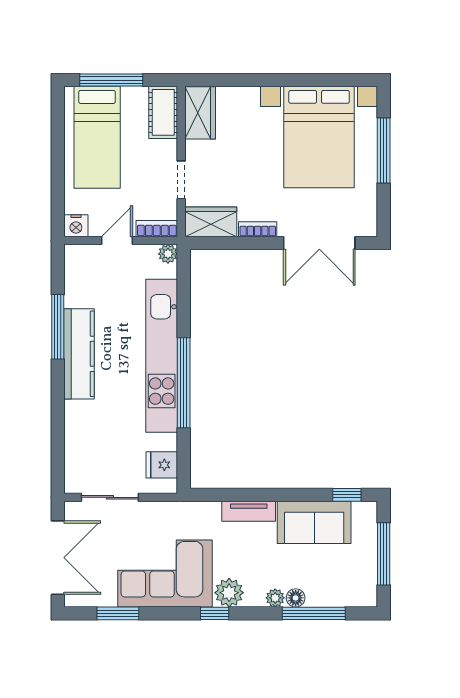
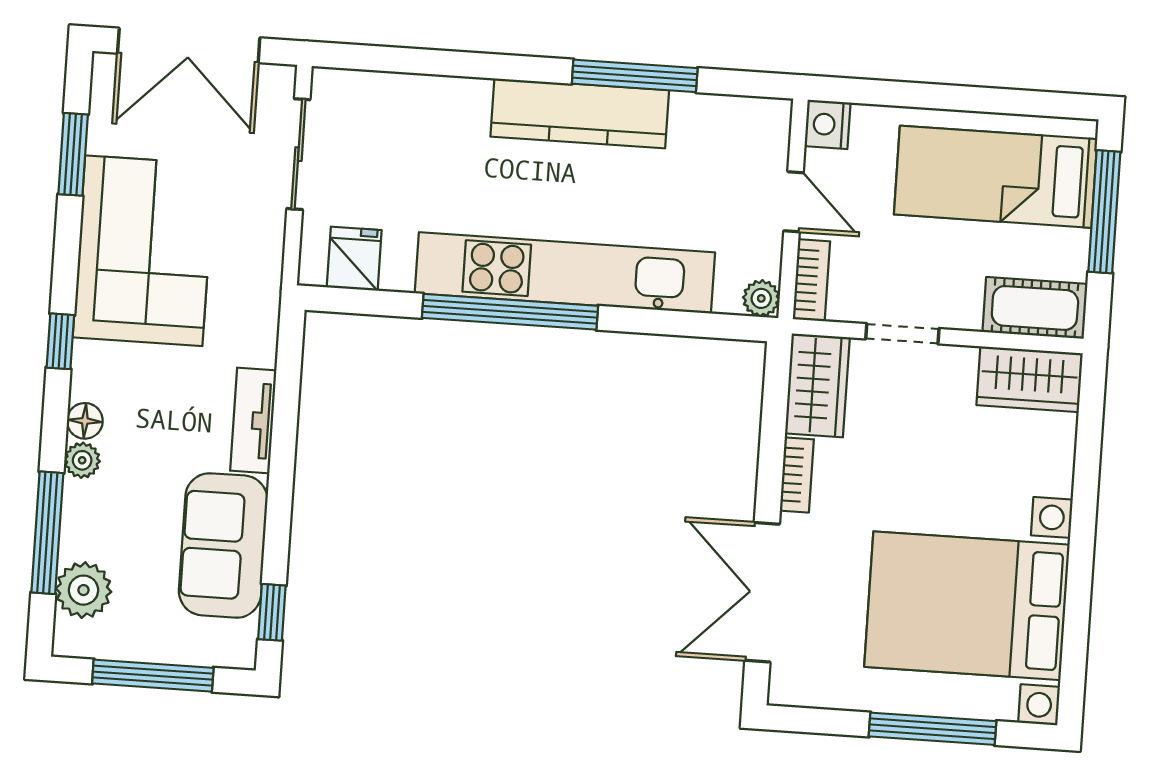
plant: (229, 593) -> (84, 590), moved
floor lamp: (296, 598) -> (85, 421), moved

